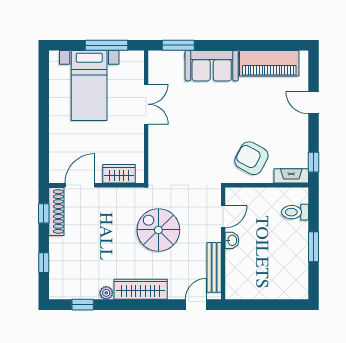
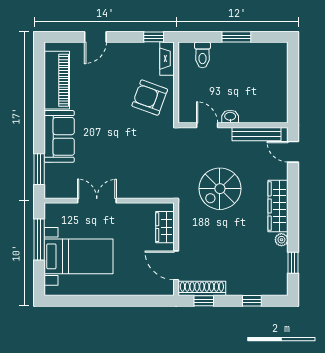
armchair: (251, 158) -> (150, 98), turned 82

